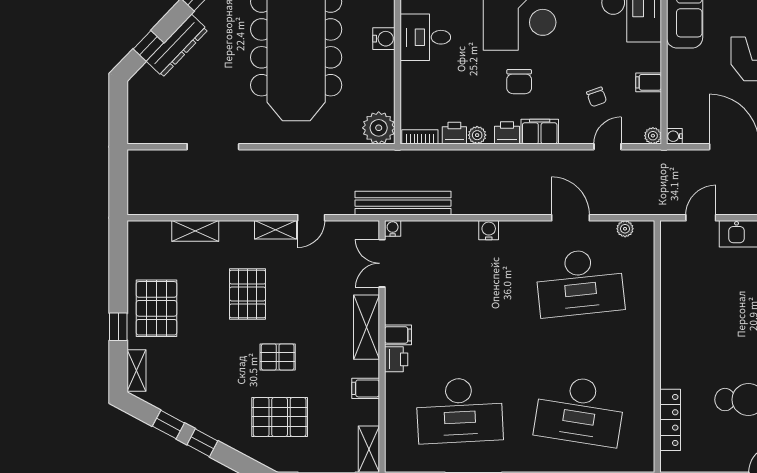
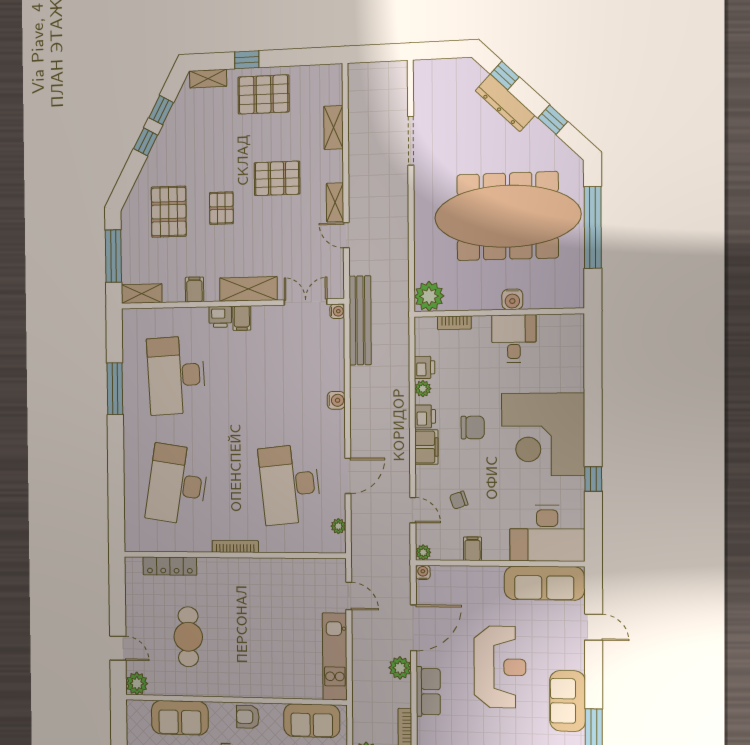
chair: (519, 82) -> (473, 427), turned 180
bookcase: (420, 137) -> (454, 323), moved, turned 90
bookcase: (648, 345) -> (235, 547), added

